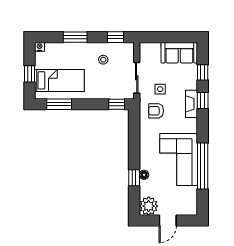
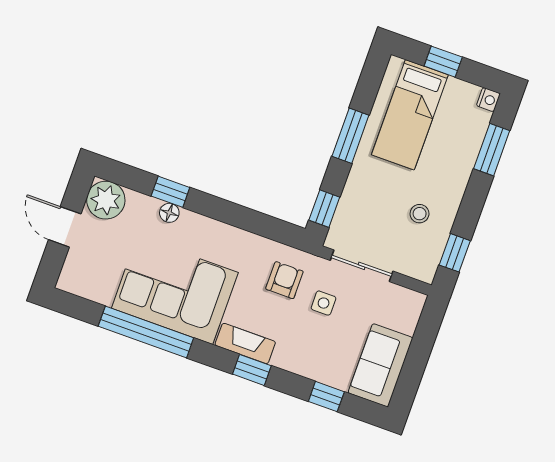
window: (75, 37) -> (492, 150), moved
window: (203, 101) -> (252, 370), moved
window: (59, 104) -> (350, 136), moved
fireplace: (192, 104) -> (245, 343), moved

